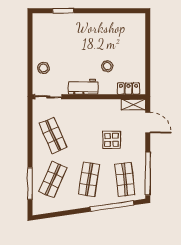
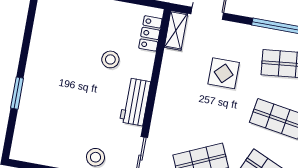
window: (63, 11) -> (17, 93), moved

